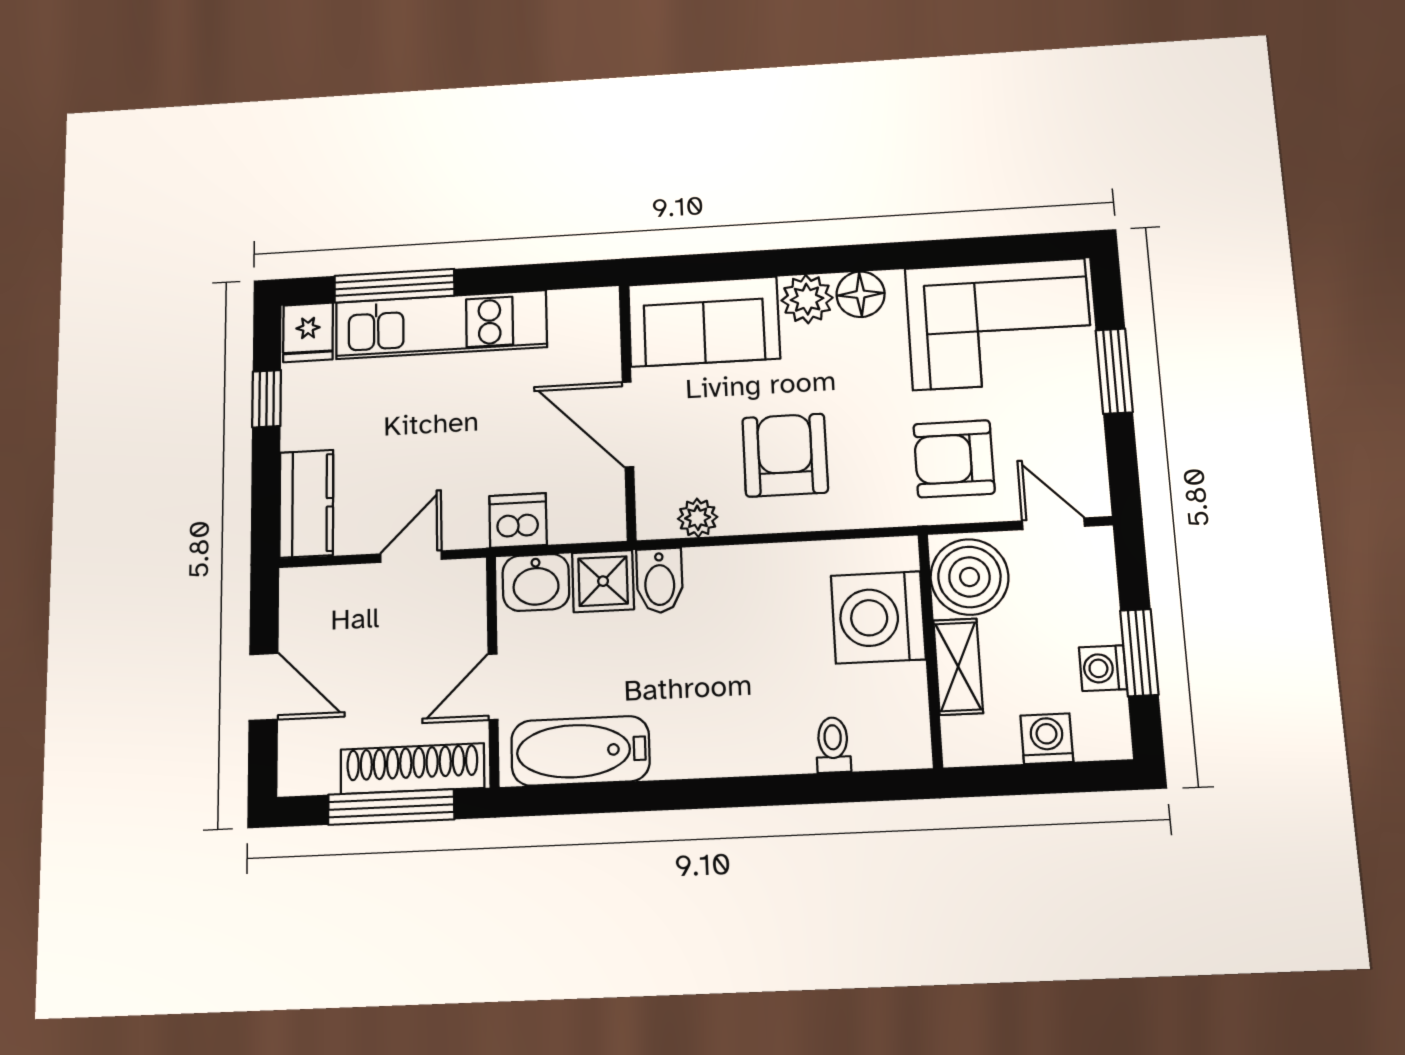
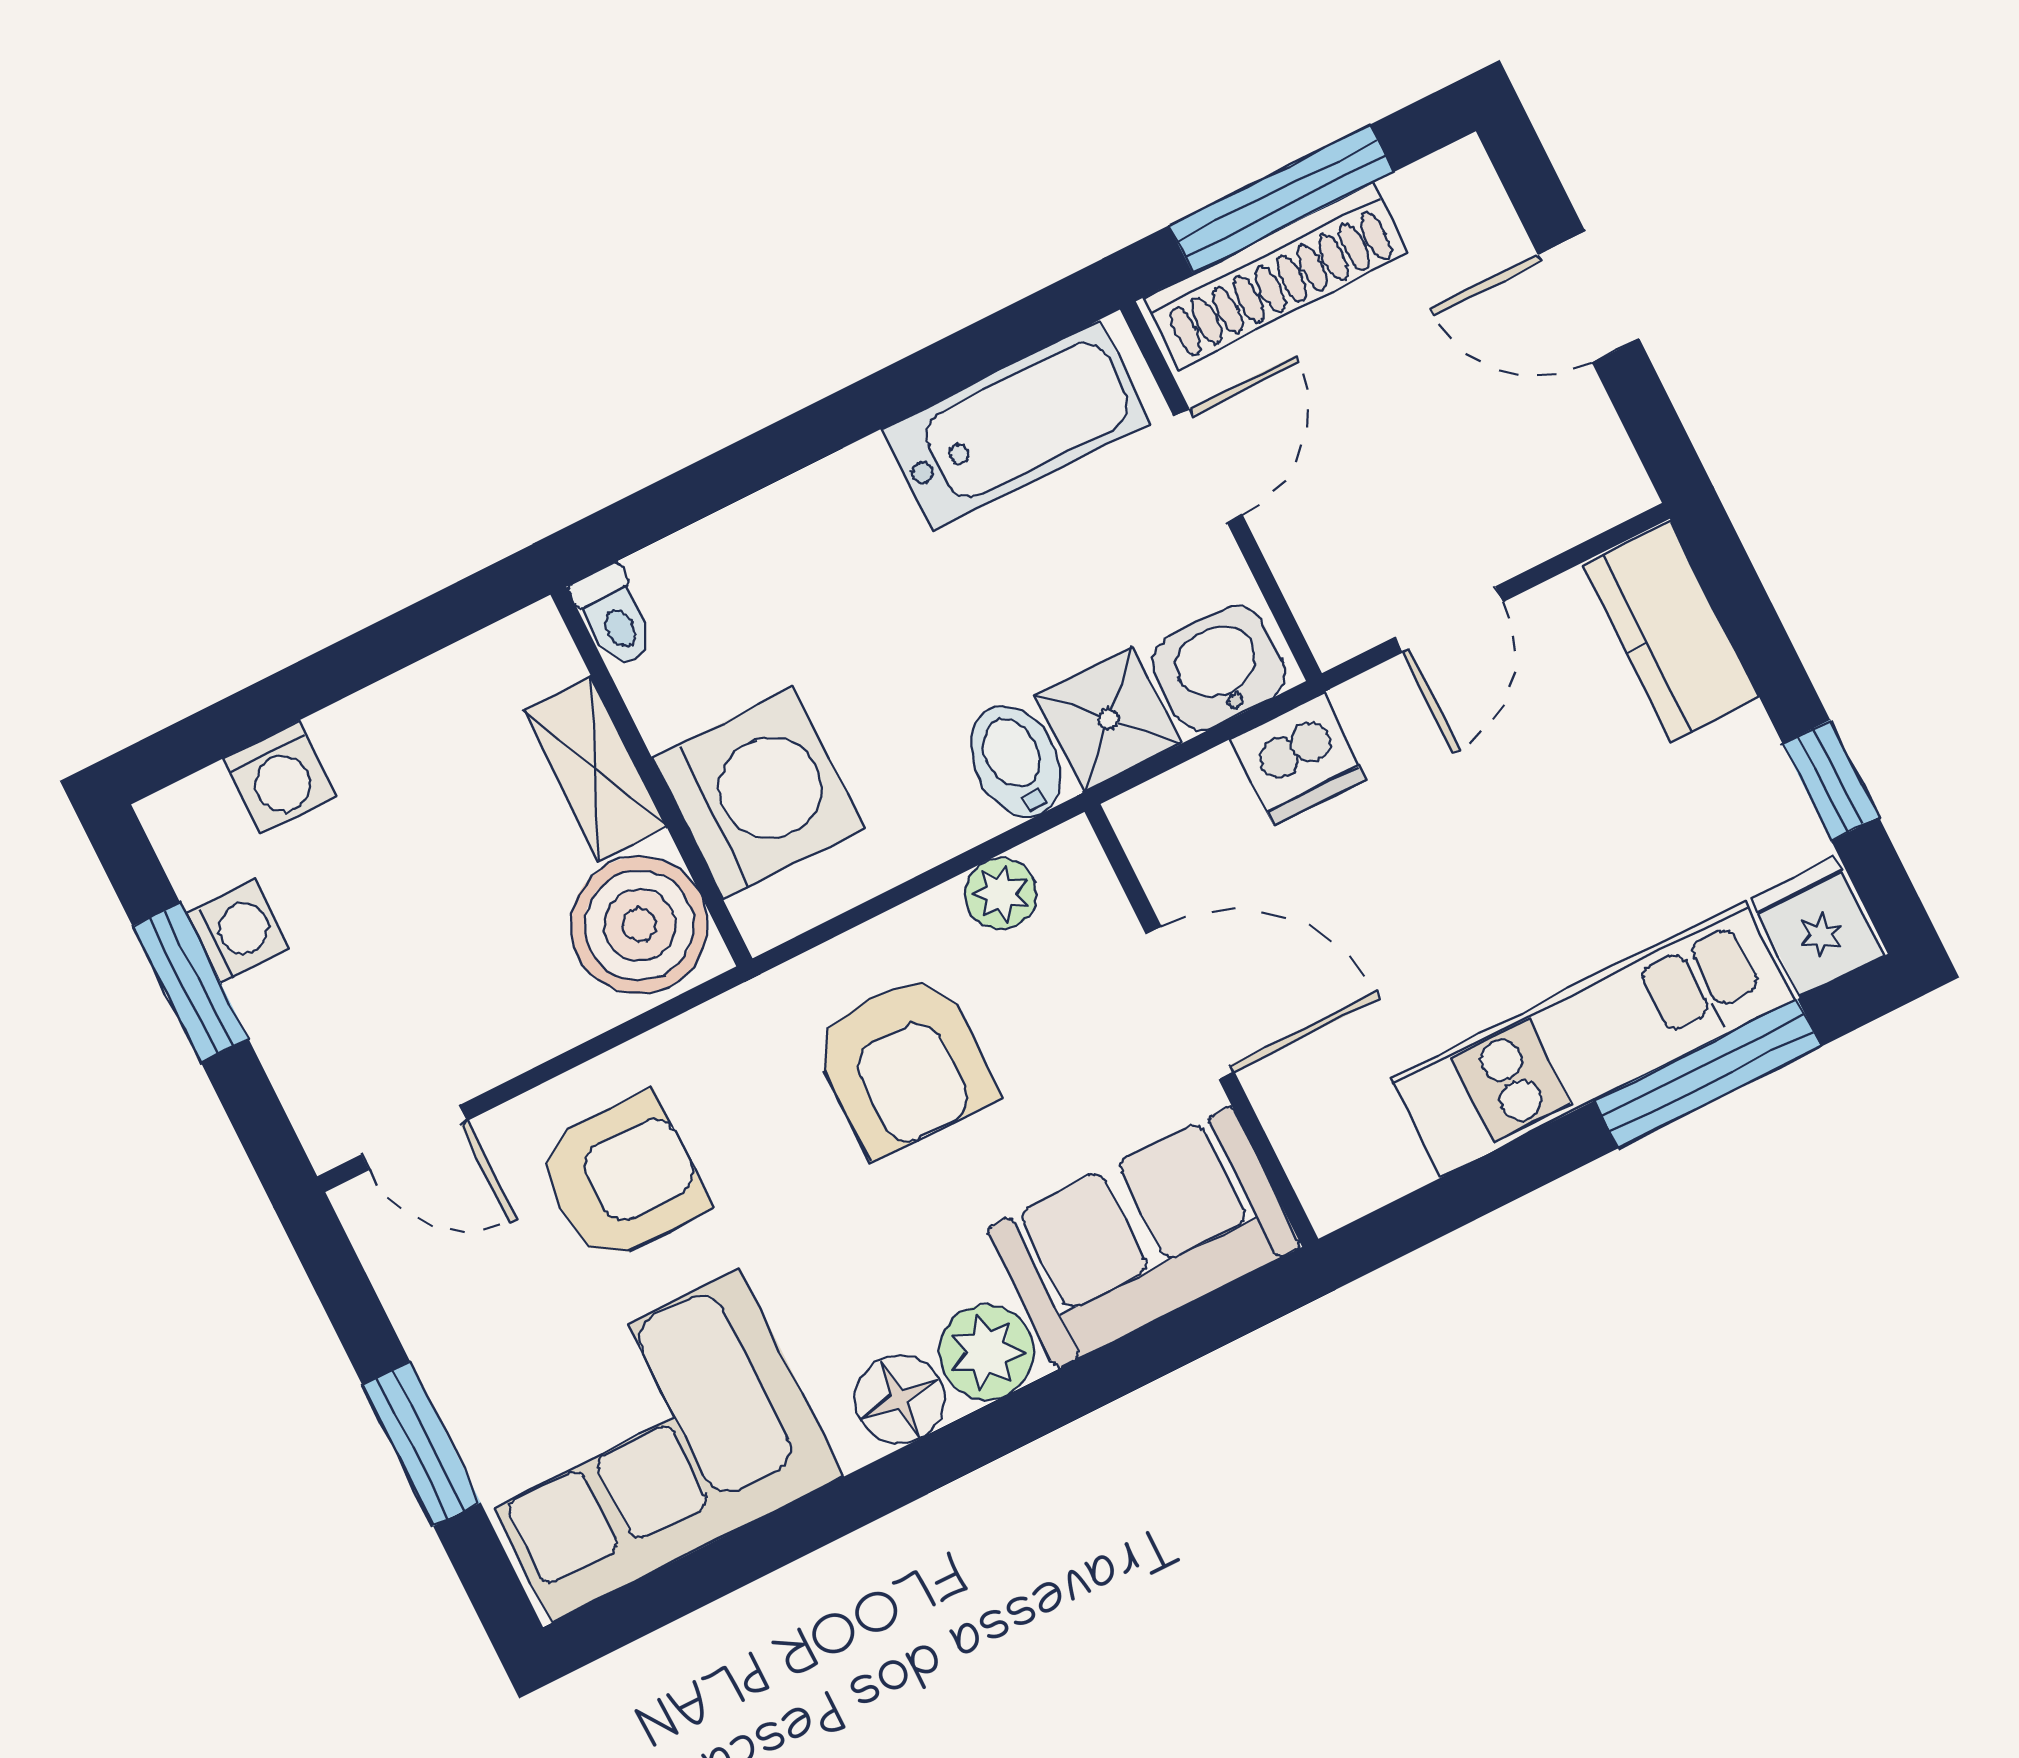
boiler: (969, 577) -> (639, 925), moved
washing machine: (878, 617) -> (758, 793), moved
wall: (930, 650) -> (651, 776), moved
shelving: (958, 667) -> (595, 769), moved

